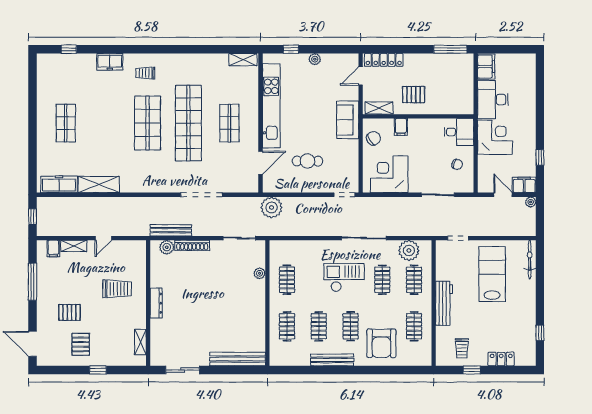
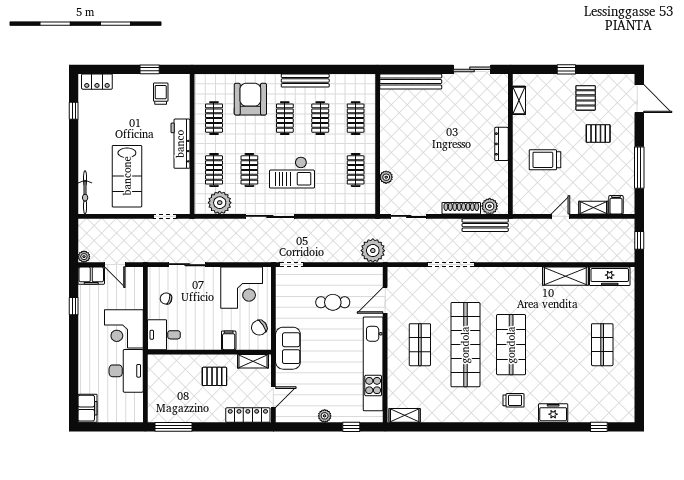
filing cabinet: (486, 67) -> (88, 408), moved, turned 180
locker: (501, 359) -> (97, 82), moved

